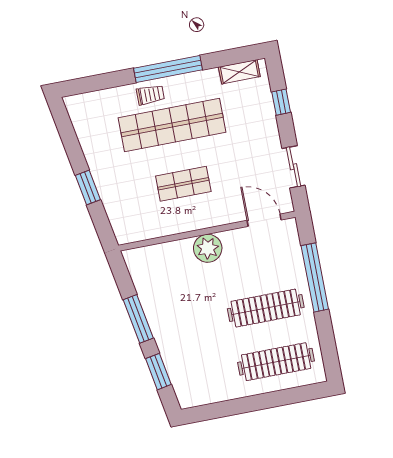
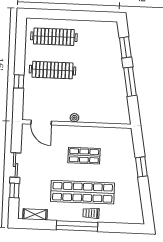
sliding door: (294, 167) -> (15, 165), moved
plant: (208, 248) -> (74, 118), width x0.53, depth x0.53
window: (315, 277) -> (19, 81), width x0.32

